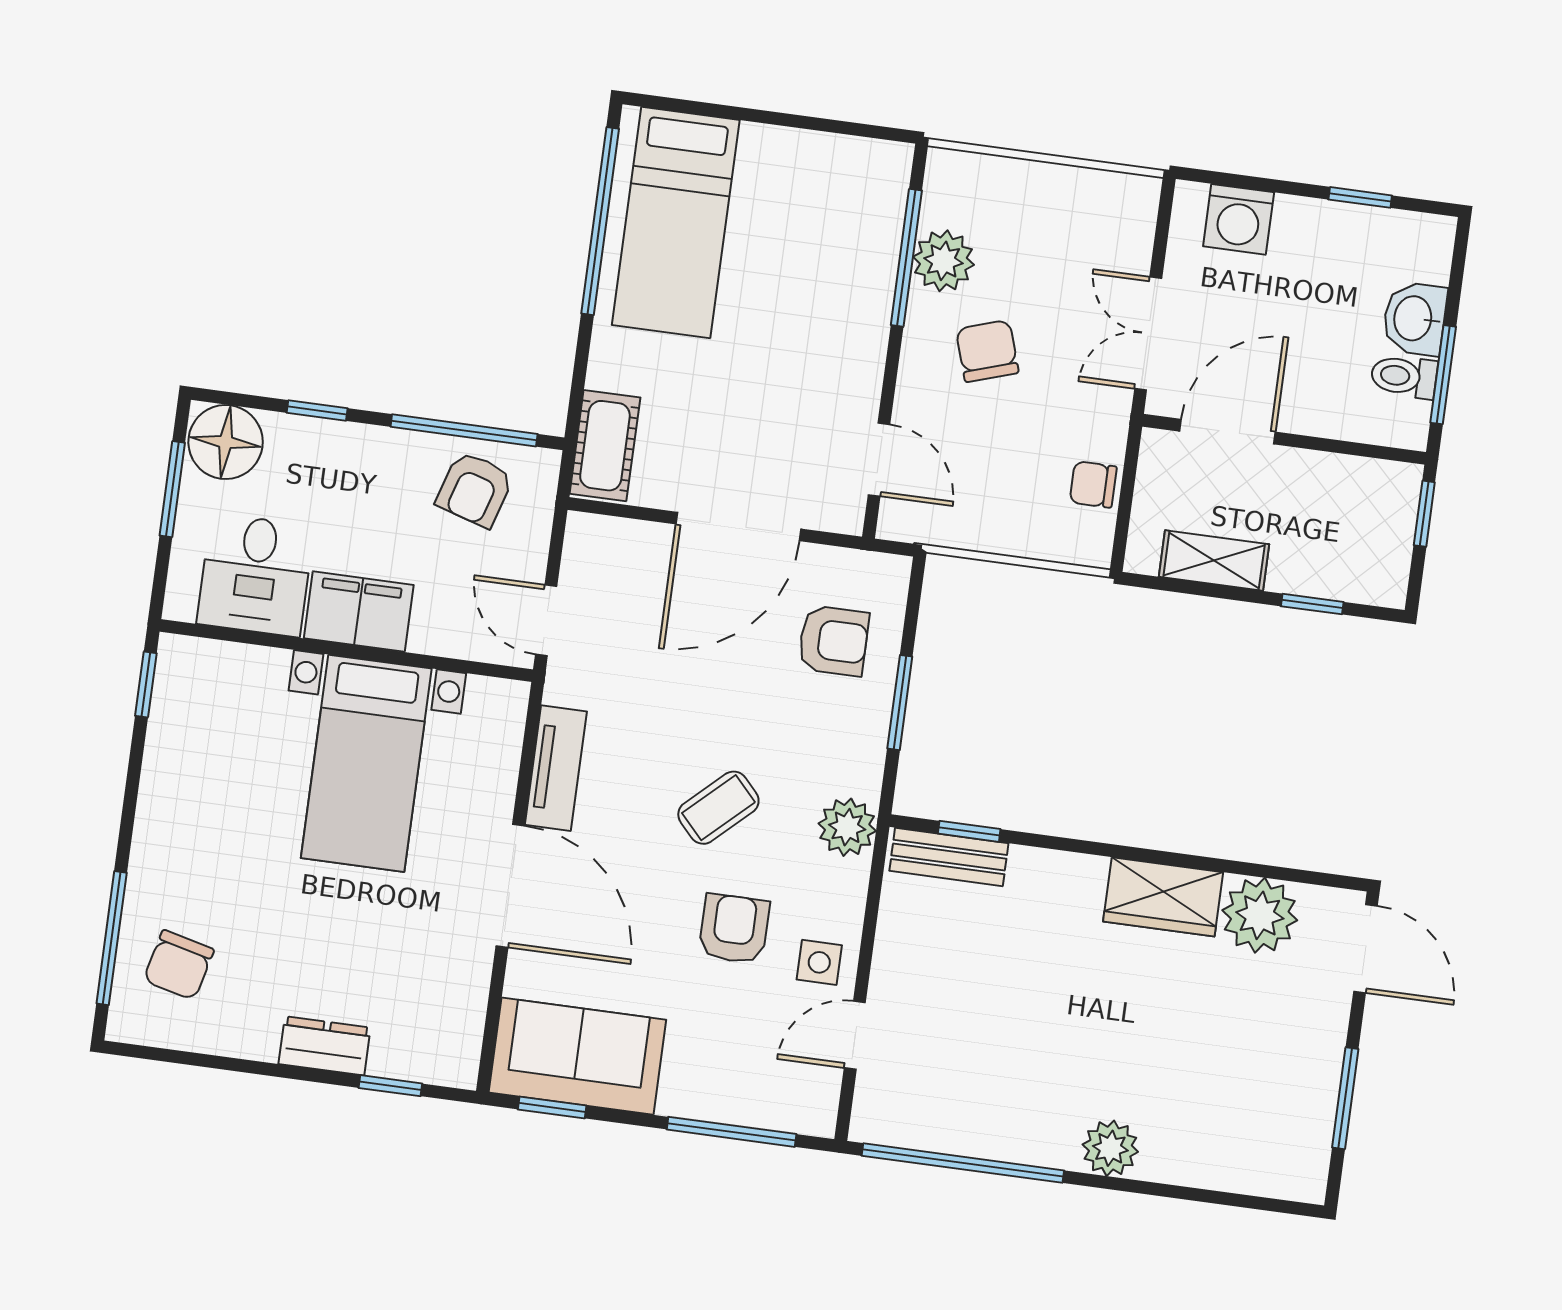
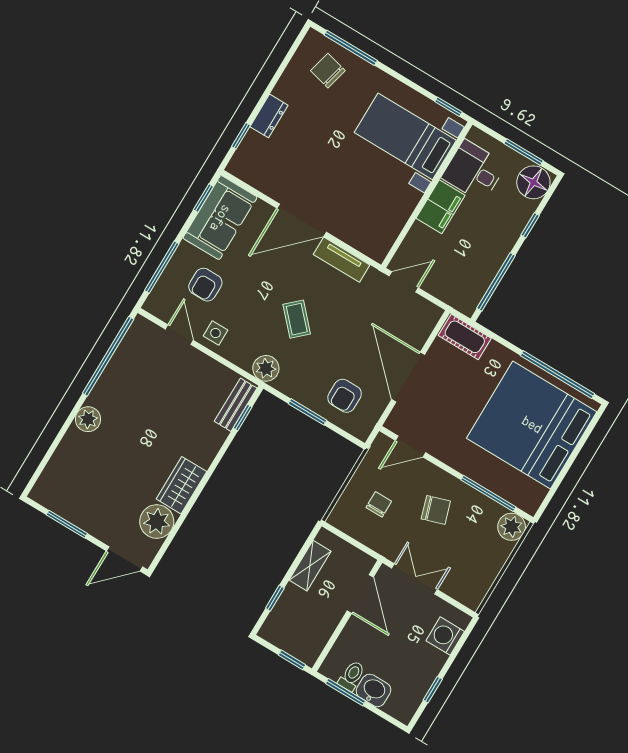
bed: (676, 222) -> (532, 425), width x2.04
plant: (943, 261) -> (512, 527), moved
chair: (1093, 484) -> (379, 504), moved
armchair: (475, 489) -> (470, 276), removed
bed with nightstands: (366, 763) -> (405, 136), moved
armchair: (734, 929) -> (205, 285), moved, turned 90

